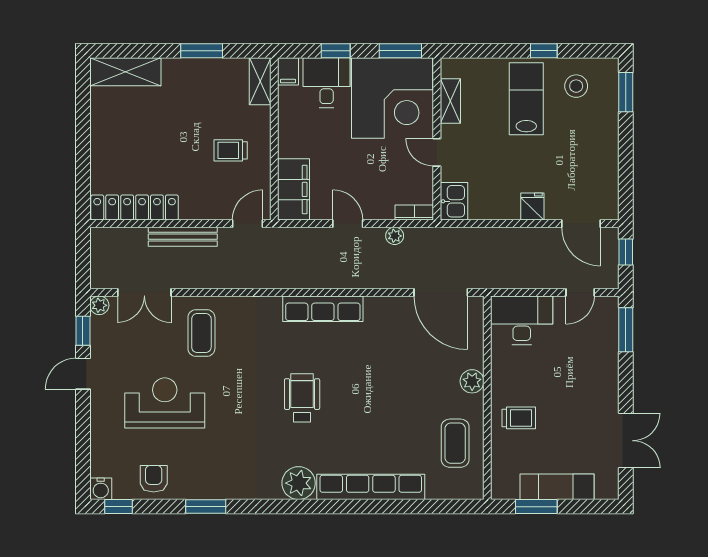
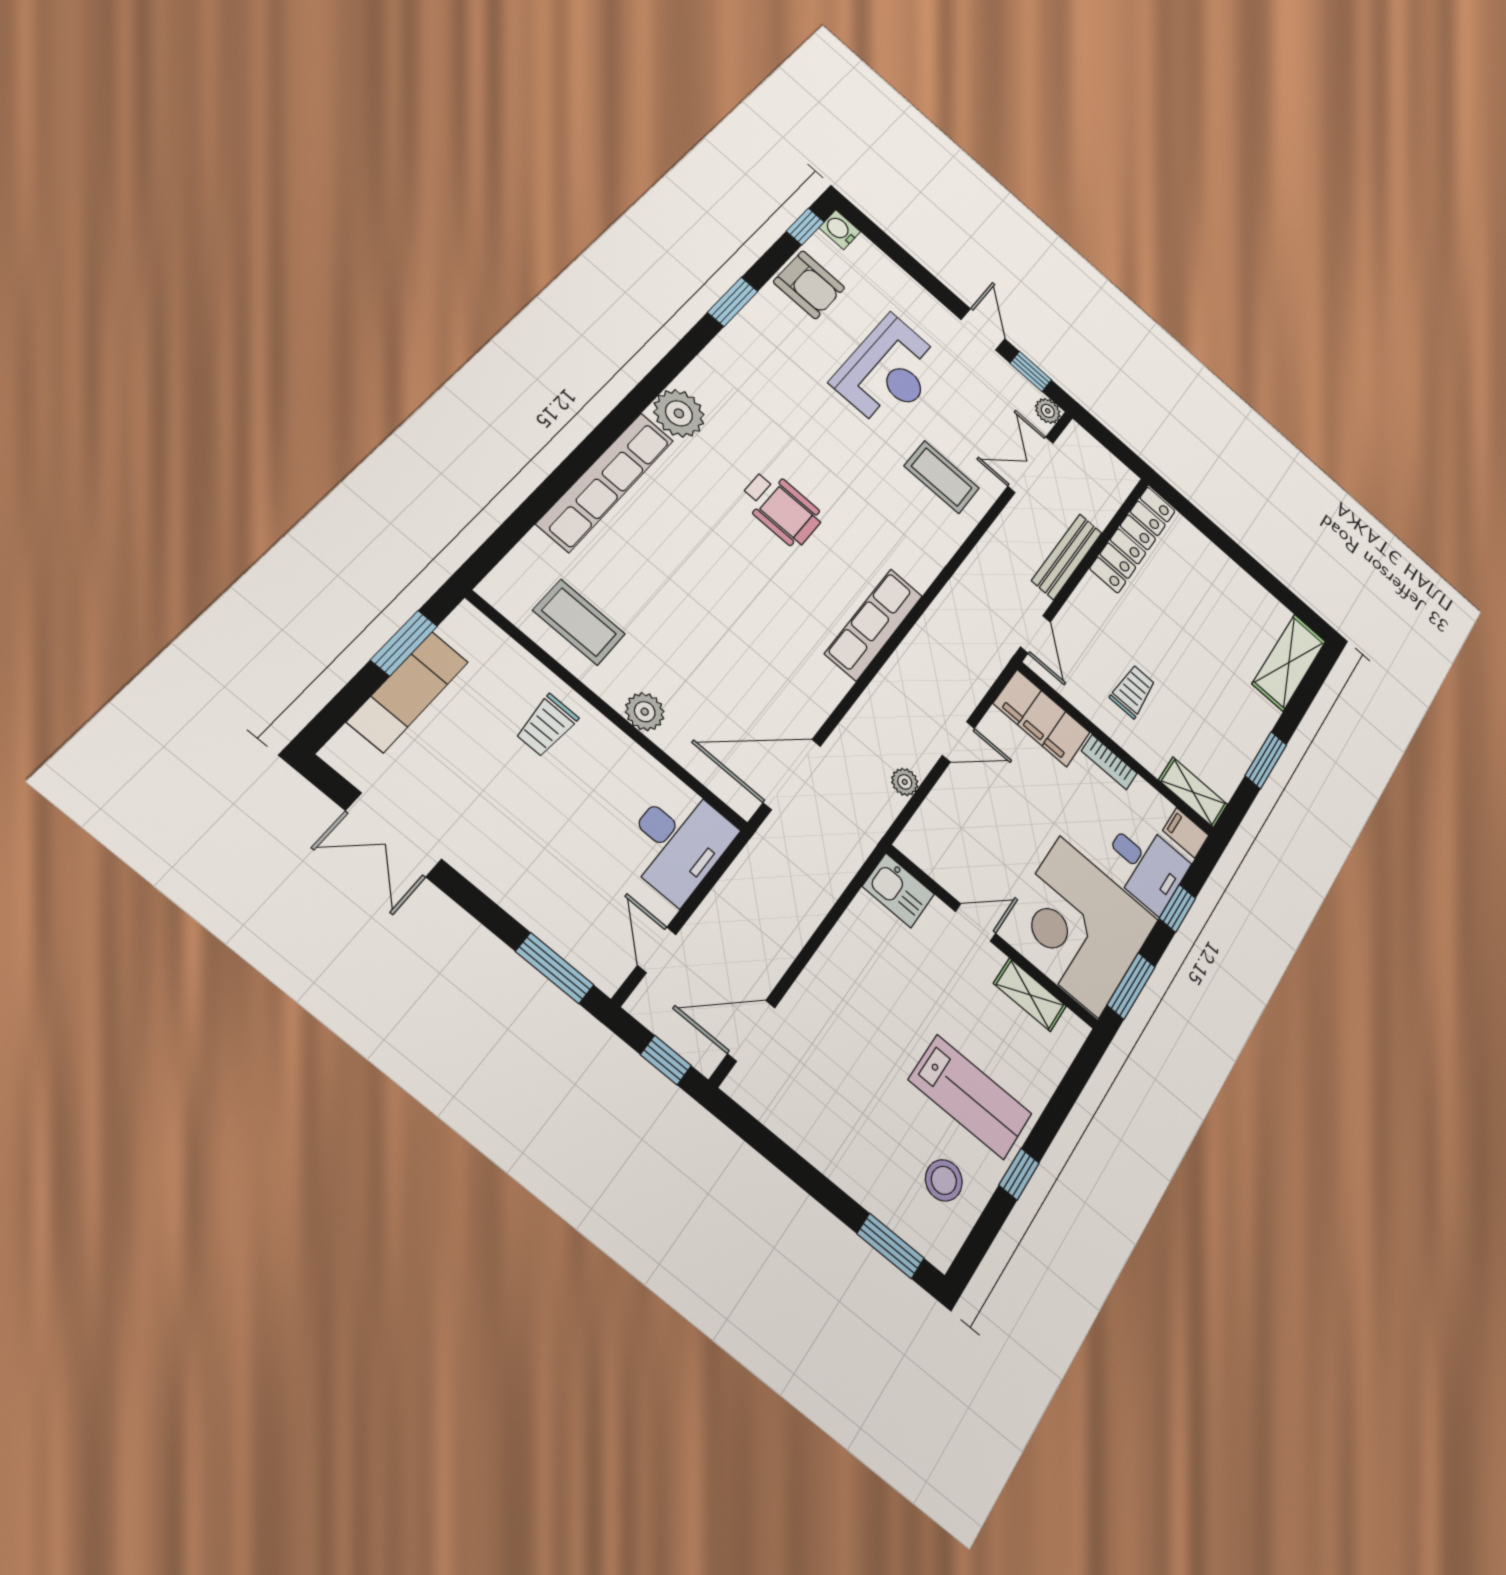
fridge: (532, 206) -> (821, 985), removed
bookcase: (414, 213) -> (1109, 762), moved, turned 90
armchair: (154, 479) -> (809, 285), width x1.38, depth x1.38

